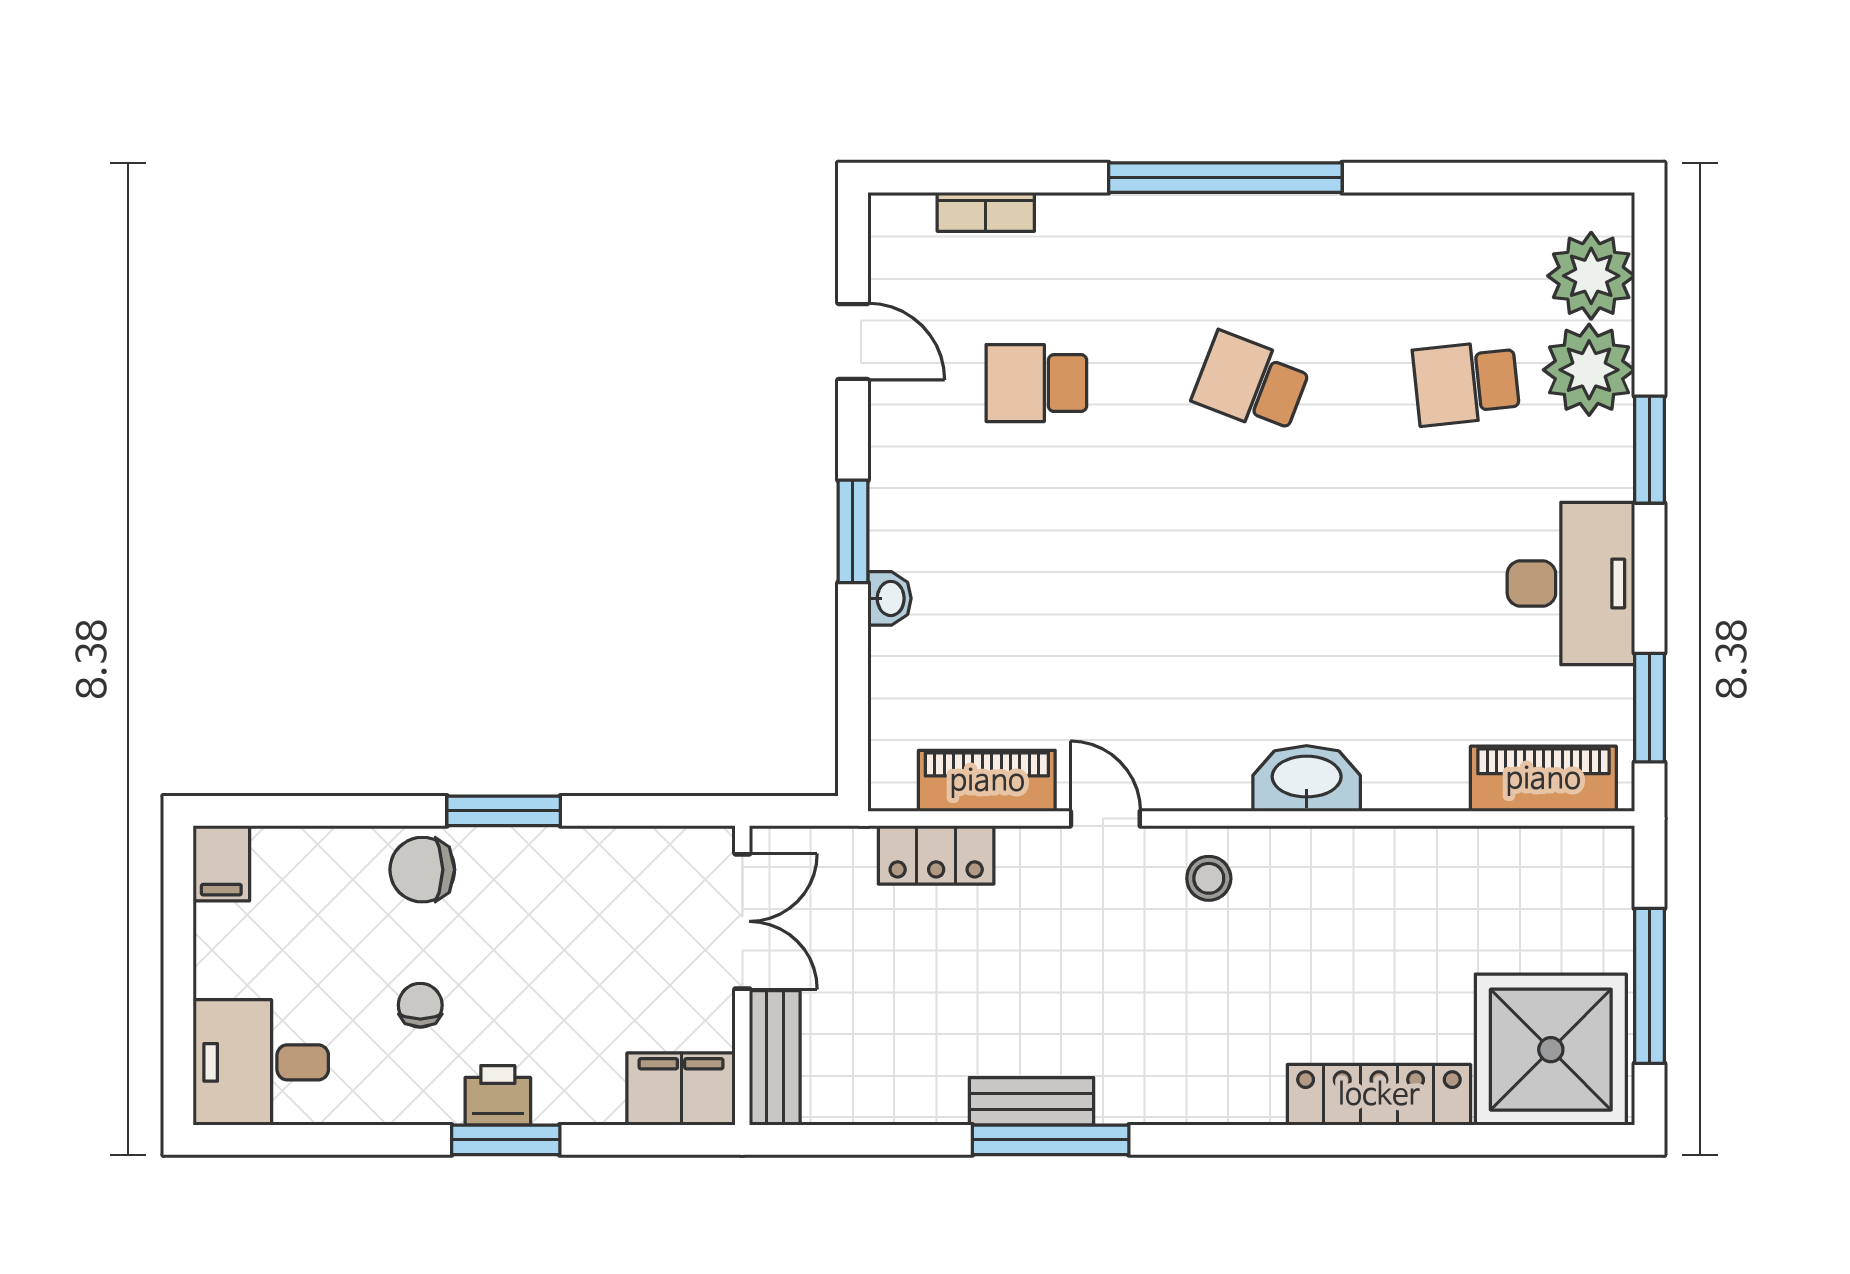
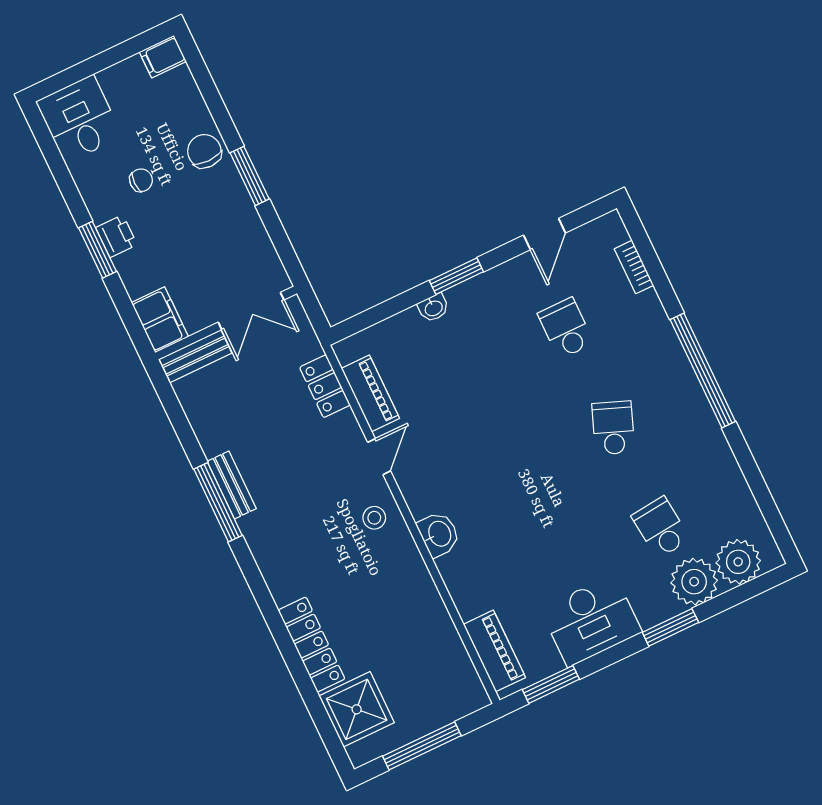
washbasin: (1307, 779) -> (439, 534), width x0.72
shower: (1551, 1050) -> (357, 709), width x0.73, depth x0.73

